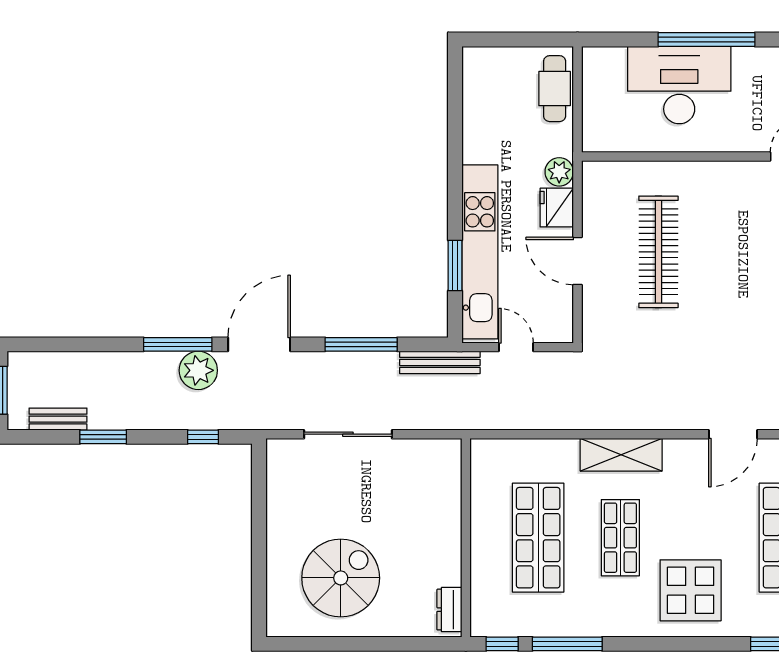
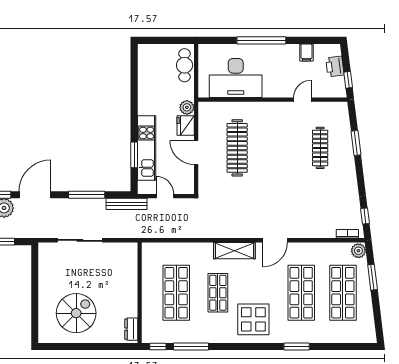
desk: (679, 85) -> (236, 78), moved, turned 180
kitchen unit: (480, 252) -> (147, 148), width x0.73
shelving: (621, 455) -> (234, 251), moved

